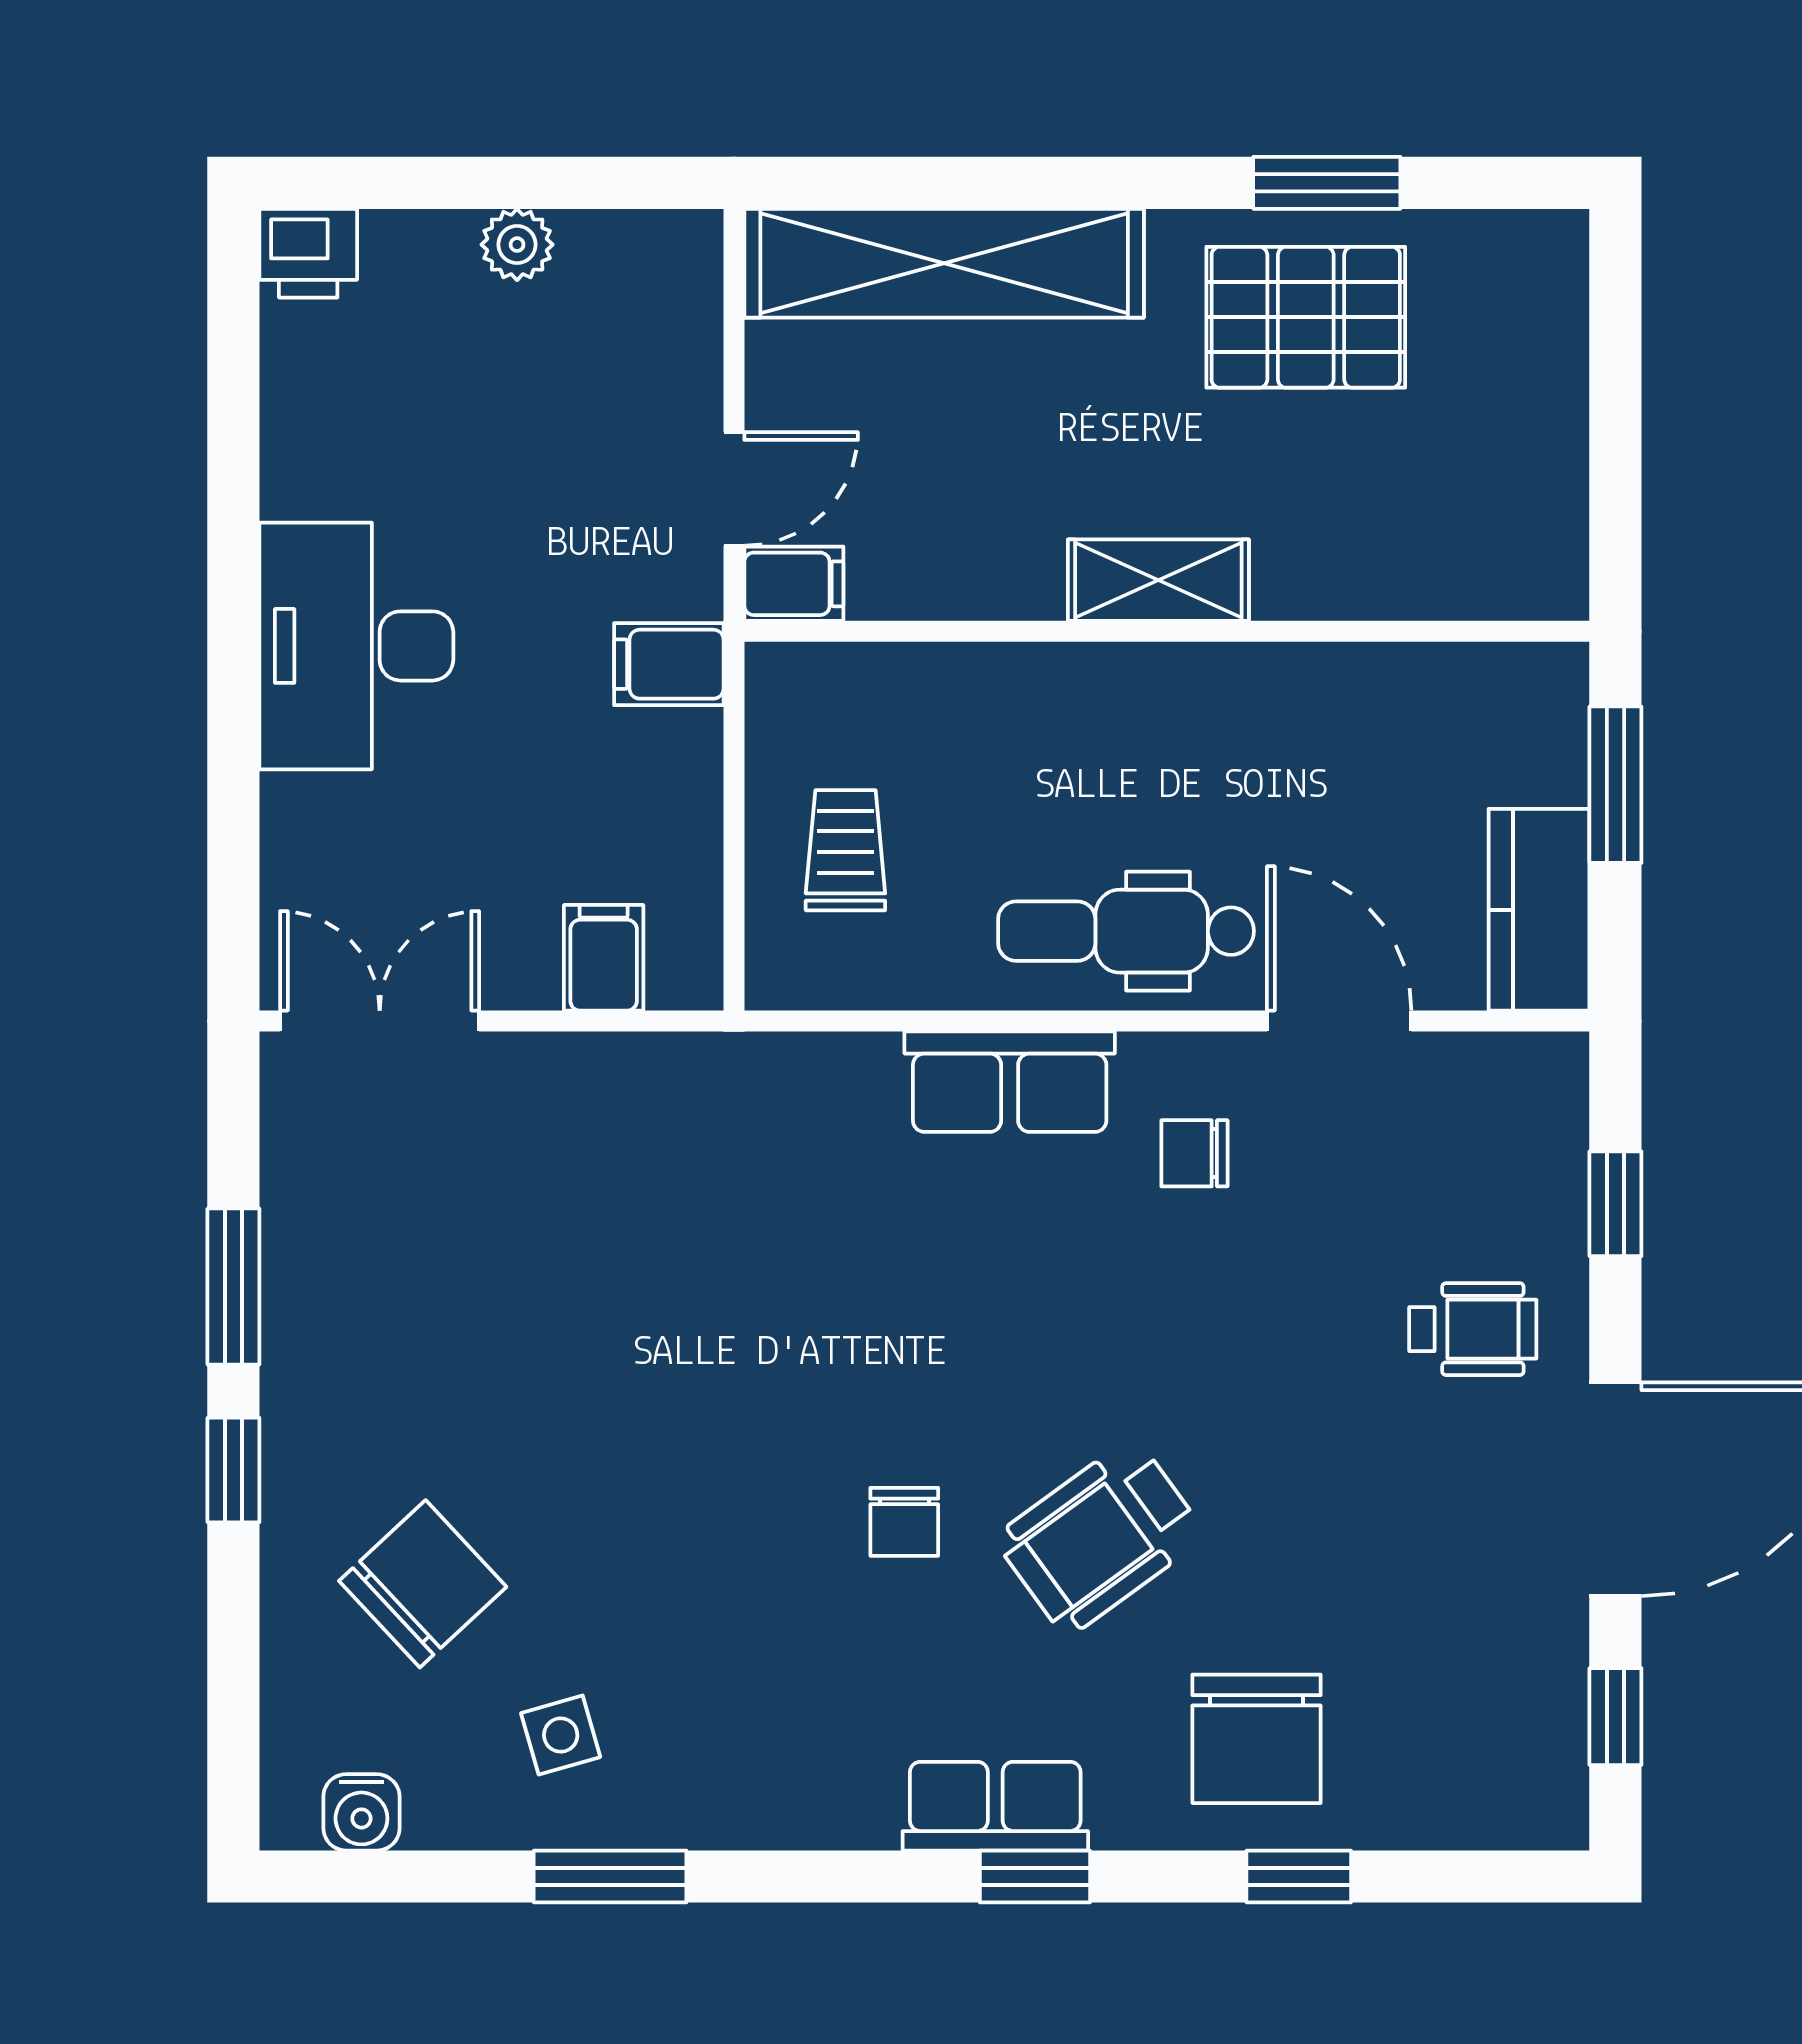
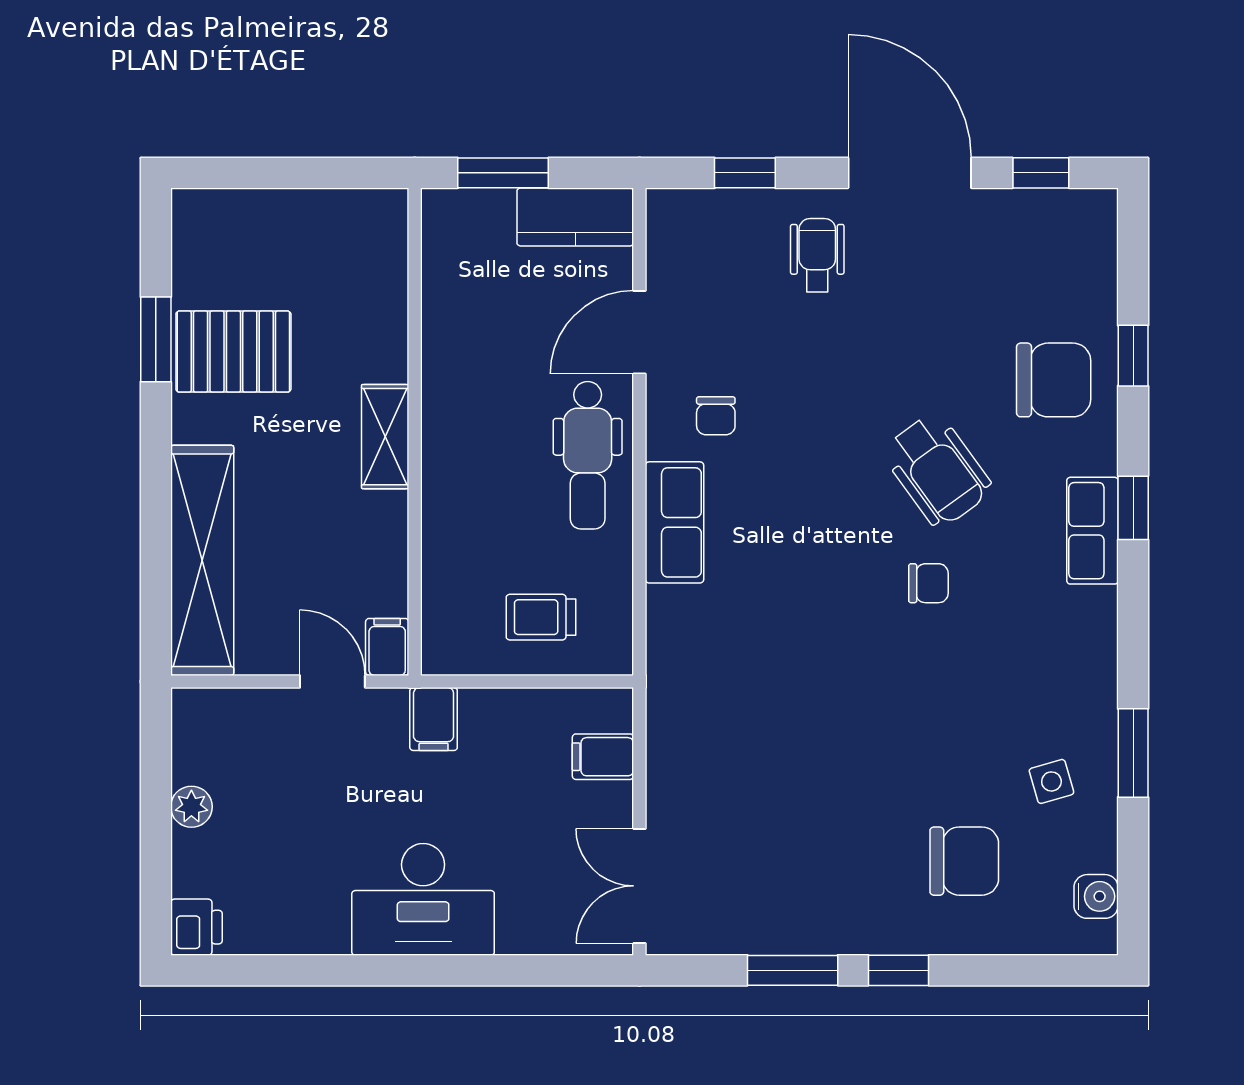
pallet: (1306, 317) -> (233, 352), turned 90
chair: (423, 1584) -> (964, 861), turned 133

